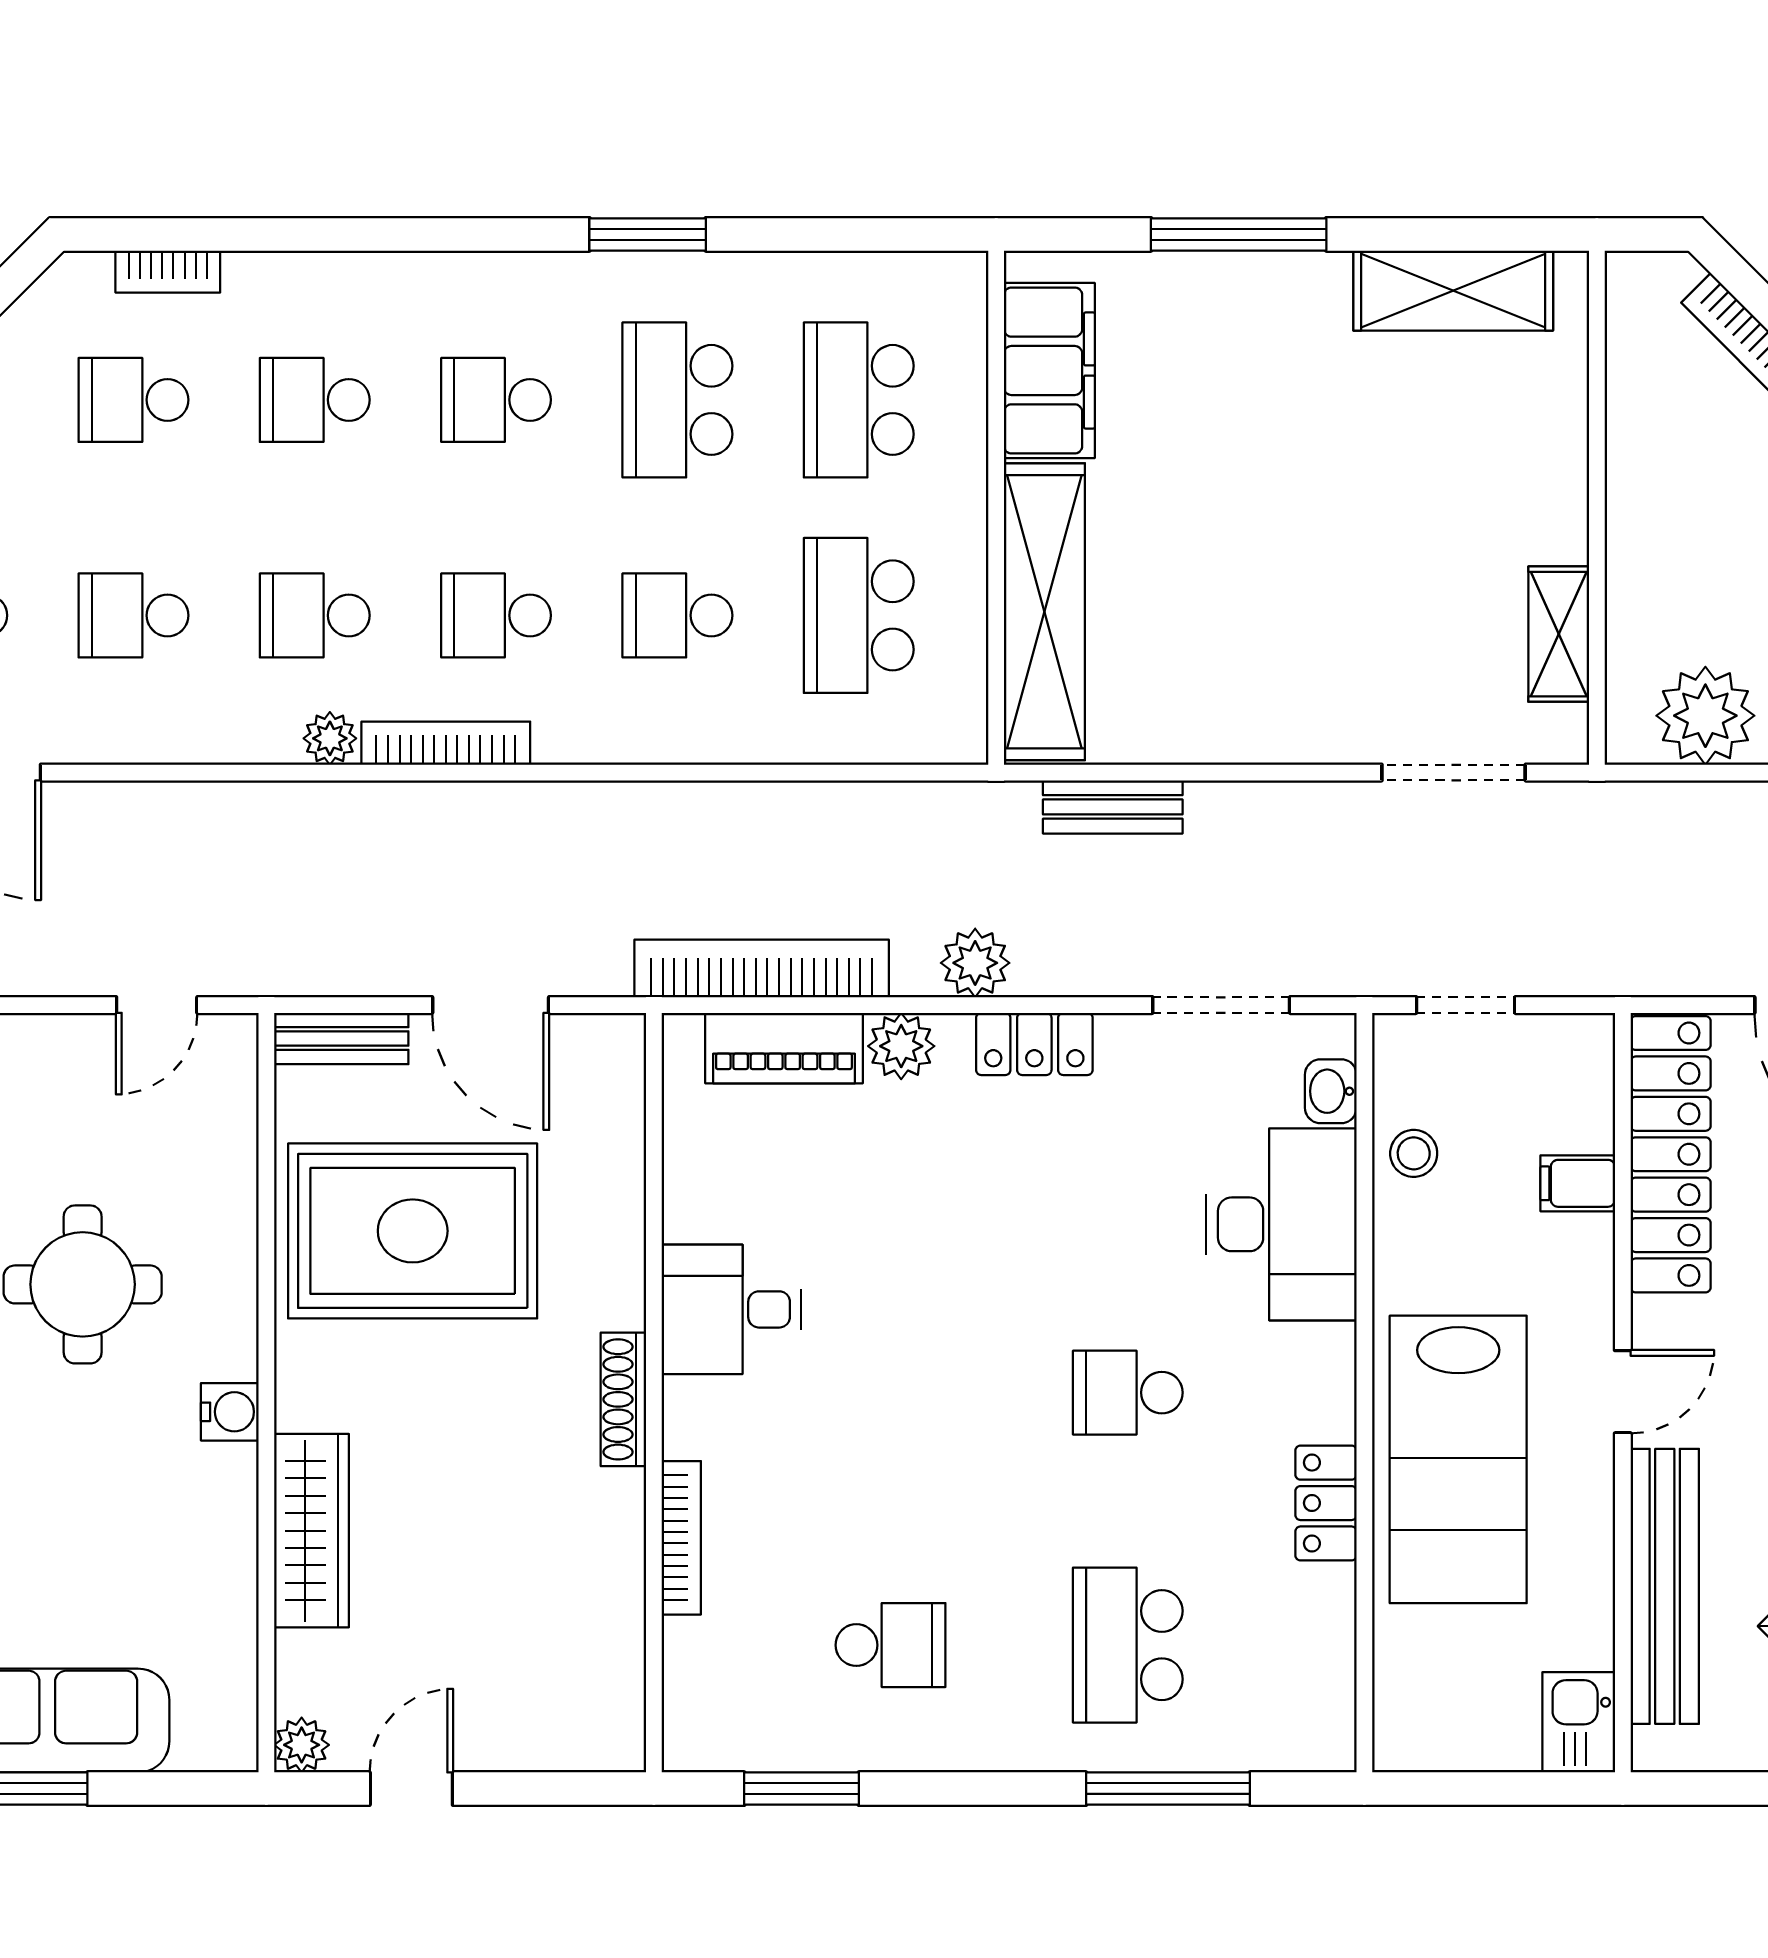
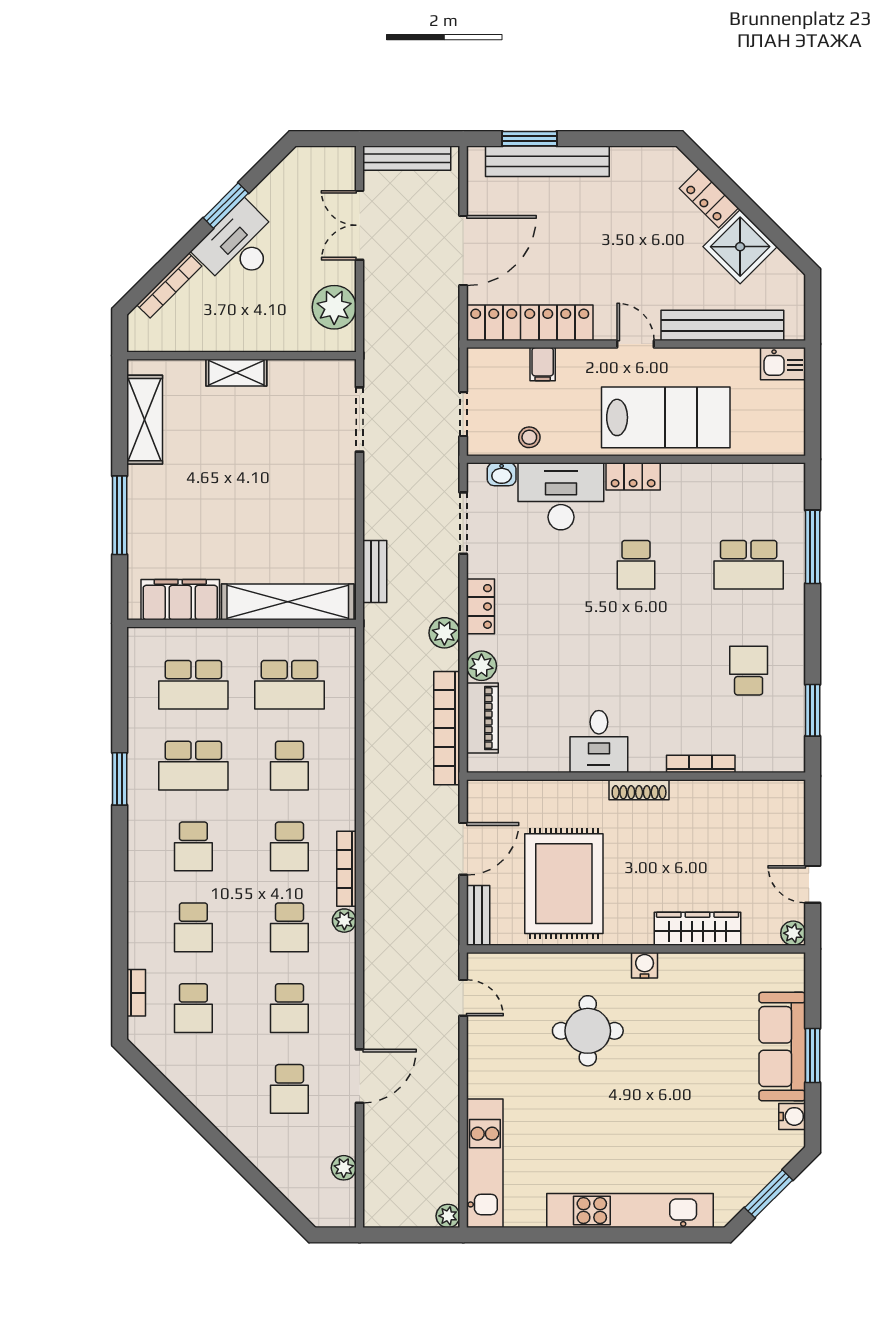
shelving: (1559, 634) -> (236, 373), moved
locker: (1326, 1503) -> (633, 476), moved

